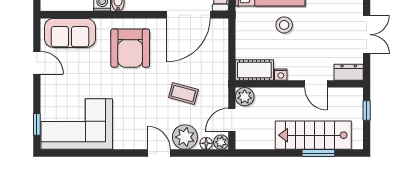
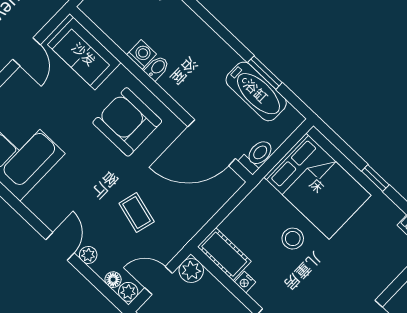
armchair: (130, 48) -> (127, 122), turned 90
plant: (185, 137) -> (88, 255), width x0.53, depth x0.53

